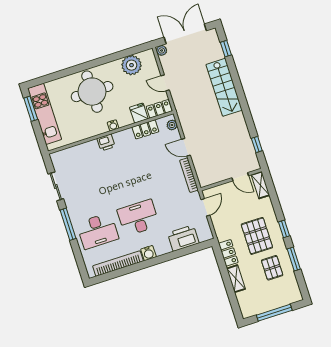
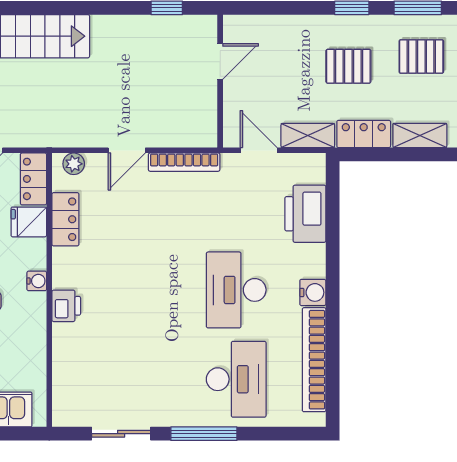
shelving: (260, 185) -> (308, 135), moved
pallet: (257, 236) -> (348, 66), width x0.67, depth x0.71

